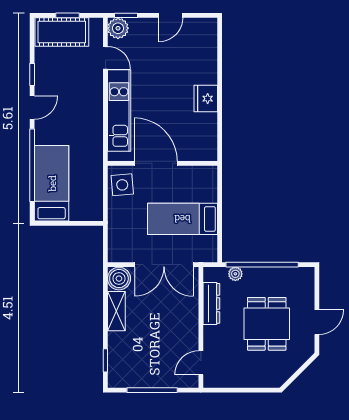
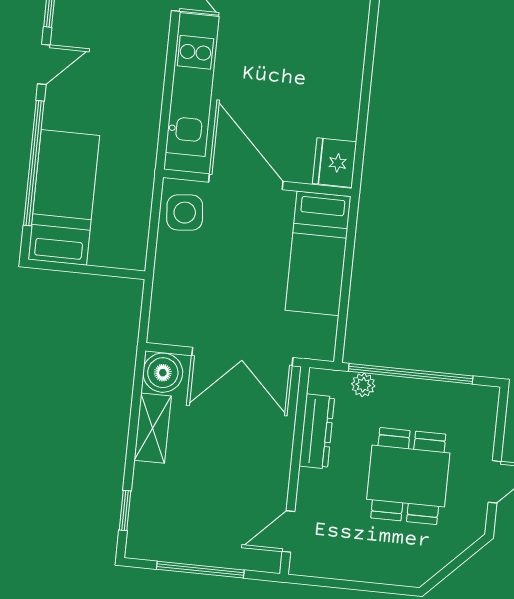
fridge: (206, 99) -> (334, 163), moved
bed: (182, 219) -> (318, 253), moved, turned -90

